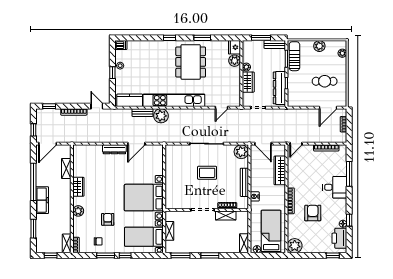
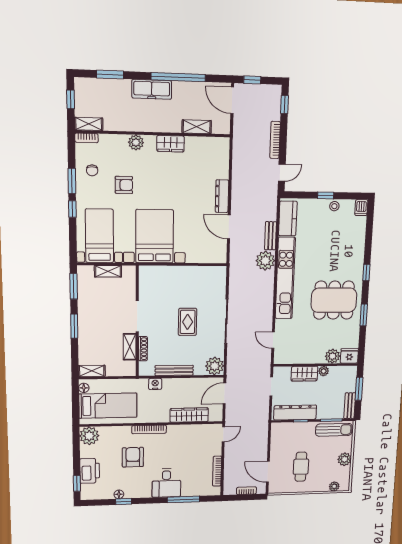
door: (296, 144) -> (223, 434), swing flipped
armchair: (313, 213) -> (133, 457), turned -90
printer: (339, 238) -> (90, 471), moved, turned 90

